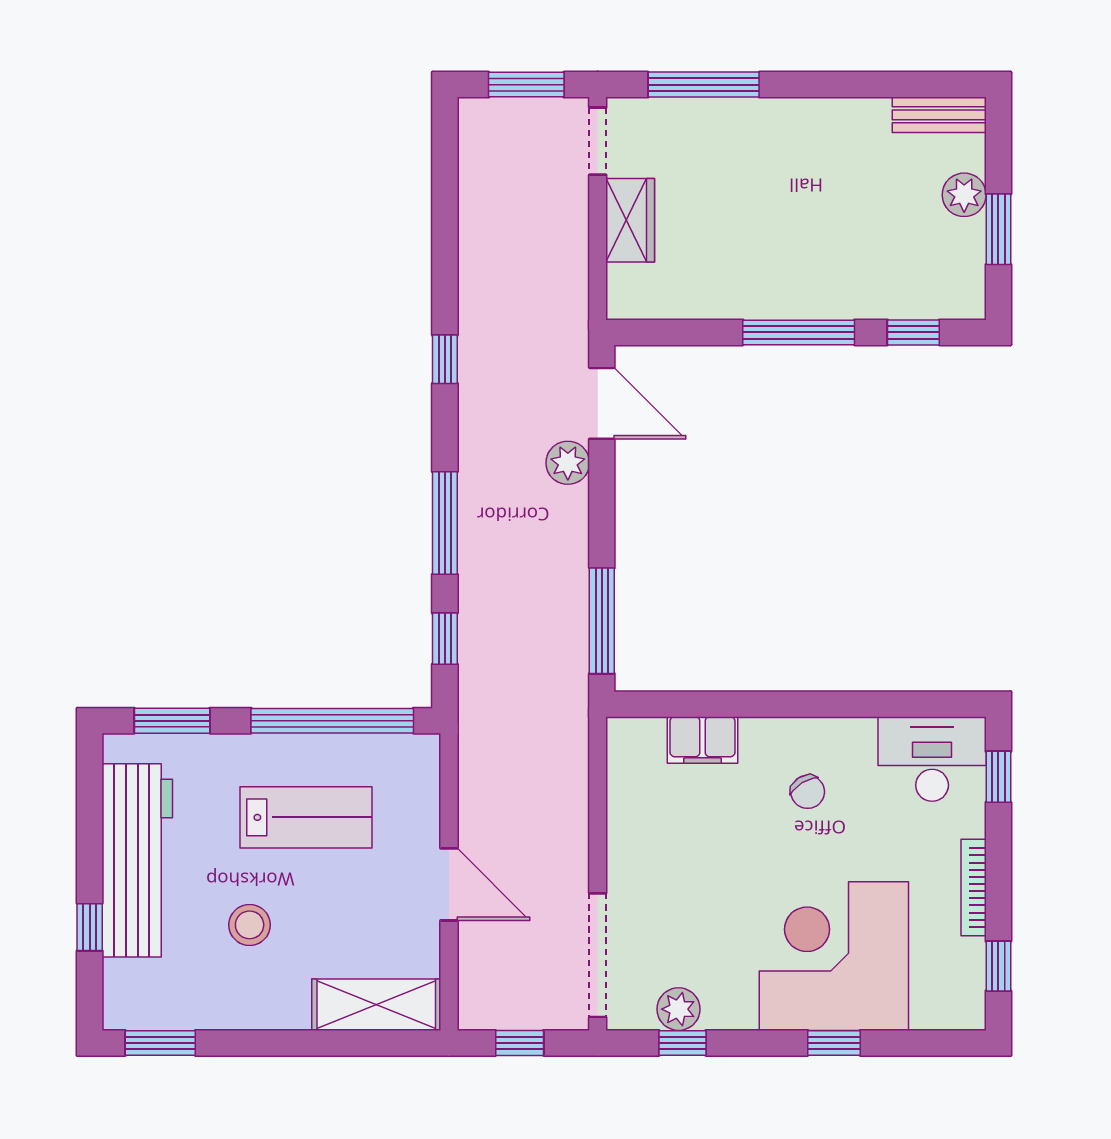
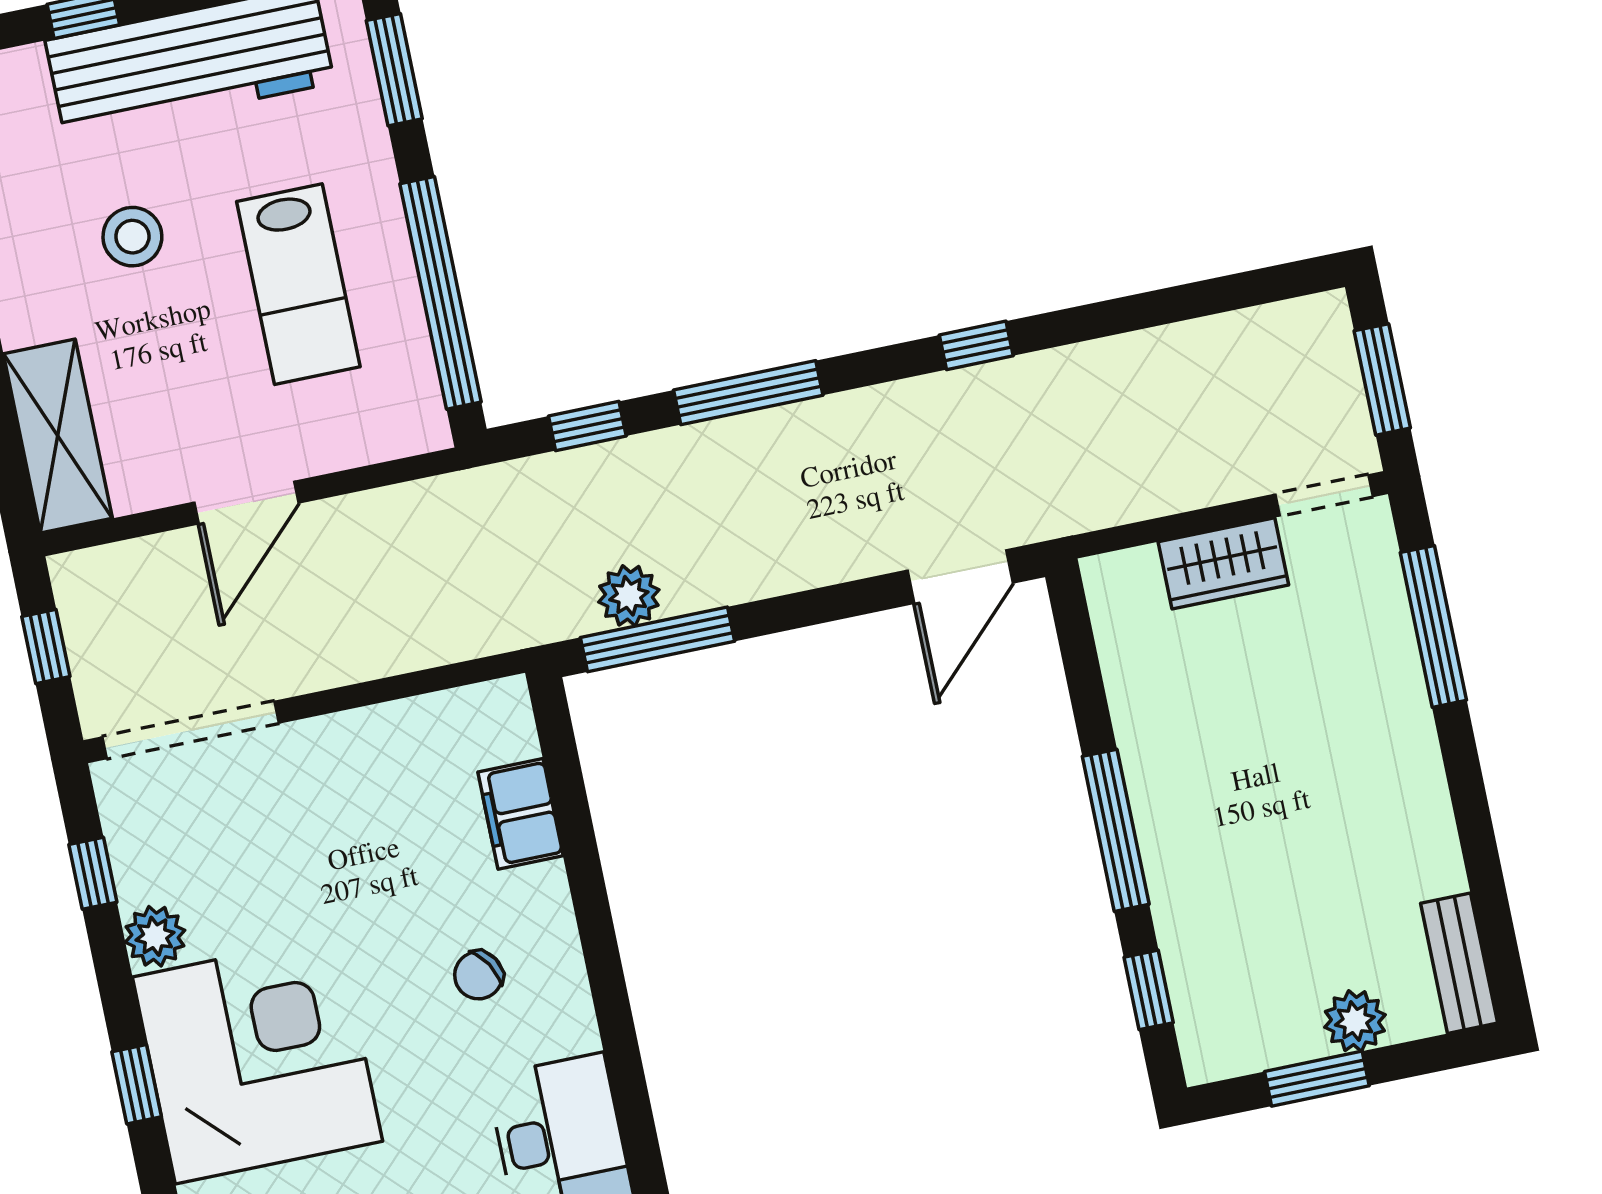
plant: (568, 463) -> (629, 596), moved
plant: (678, 1009) -> (155, 936), moved

